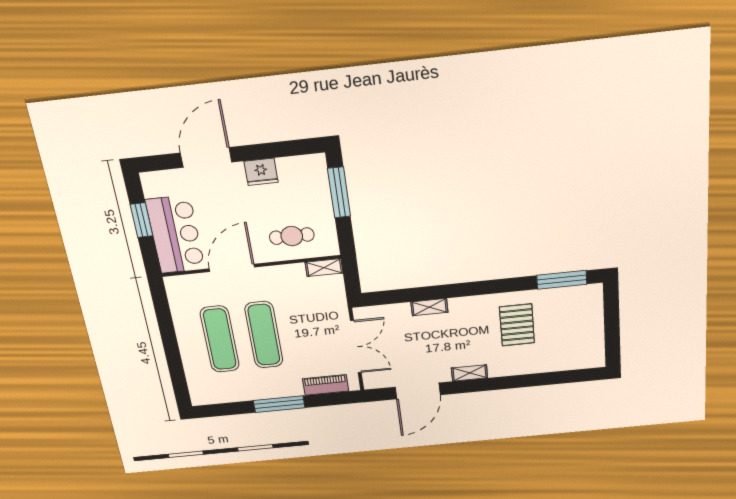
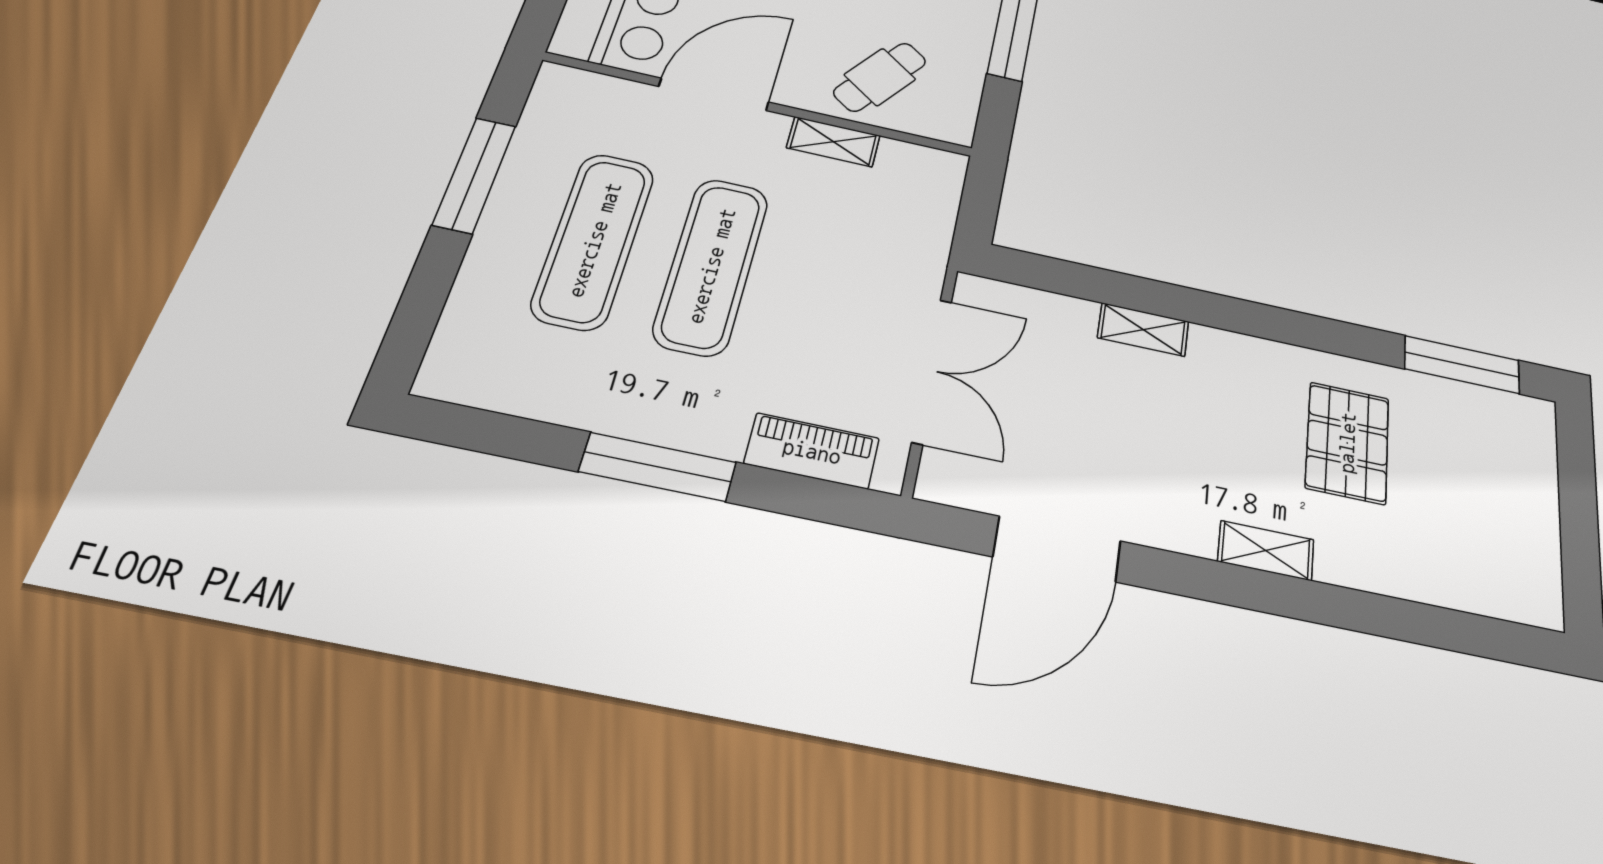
cafe table: (292, 236) -> (880, 77), turned -54
shelving: (324, 268) -> (833, 142), moved
window: (167, 330) -> (474, 175), added
shelving: (469, 373) -> (1266, 551), moved

